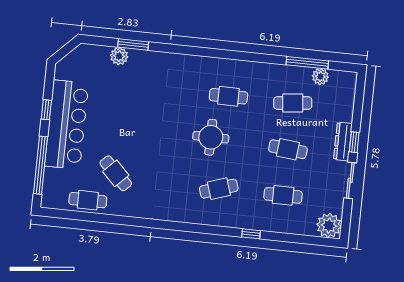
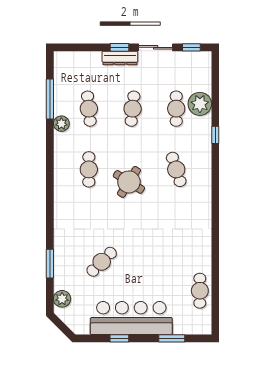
plant: (119, 56) -> (62, 299), moved
plant: (320, 77) -> (61, 124), moved
round table: (211, 137) -> (129, 182), turned 32
window: (40, 165) -> (172, 338), width x0.47
cafe table: (116, 173) -> (102, 262), moved
window: (346, 218) -> (191, 47), added
plant: (329, 225) -> (200, 104), moved

